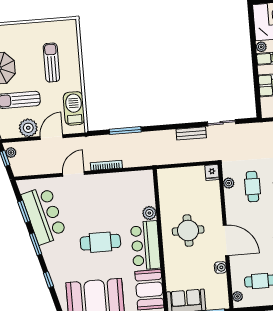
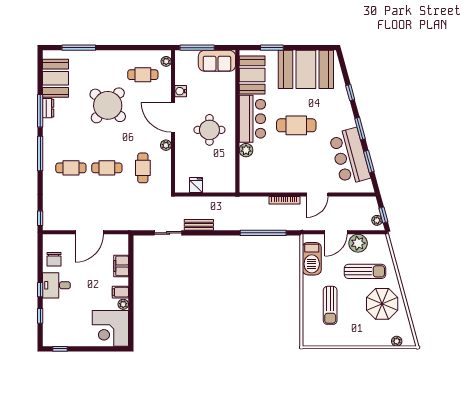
window: (125, 131) -> (263, 233), width x1.46
fridge: (212, 172) -> (196, 185), moved
plant: (229, 183) -> (166, 145), moved

